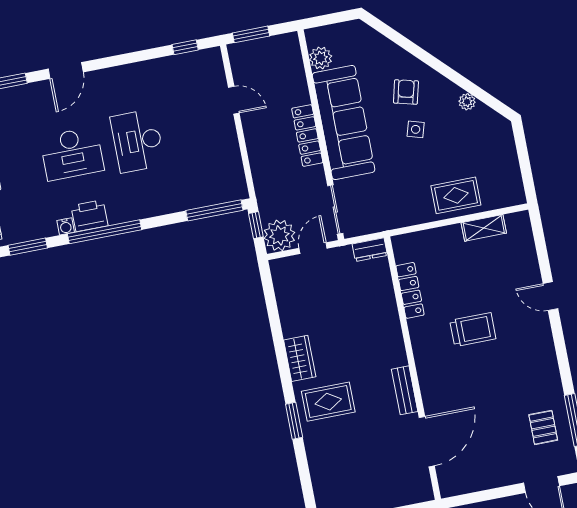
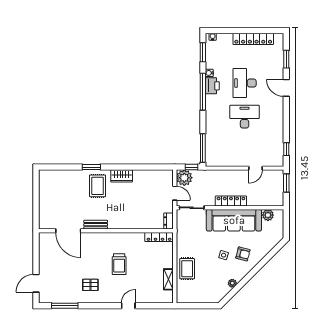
locker: (410, 290) -> (159, 237), moved
pallet: (543, 427) -> (90, 285), moved

